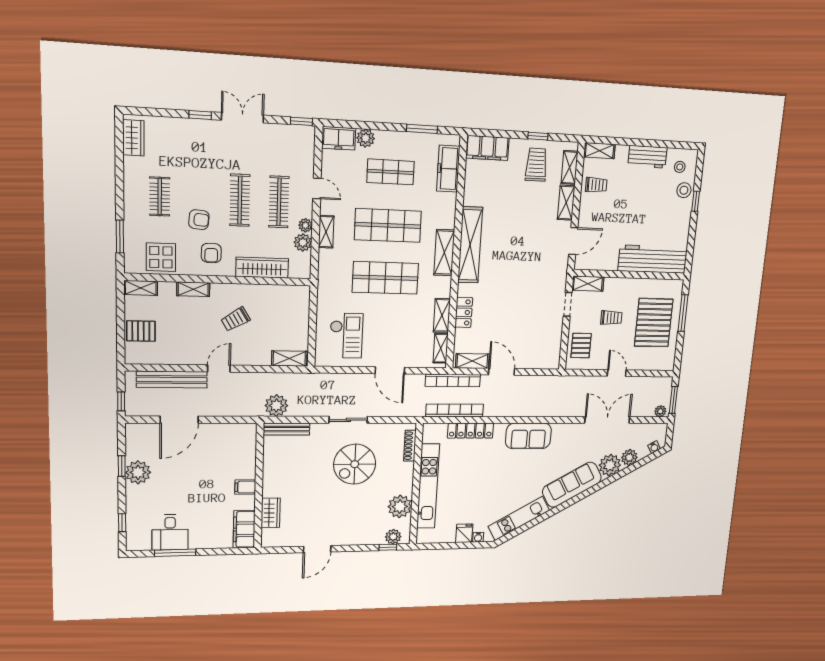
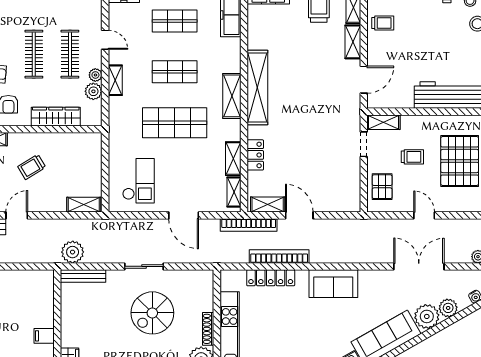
shop shelf: (388, 225) -> (175, 72), width x0.70, depth x0.74
bookcase: (455, 410) -> (279, 256), moved
shoe rack: (410, 446) -> (208, 329), moved

